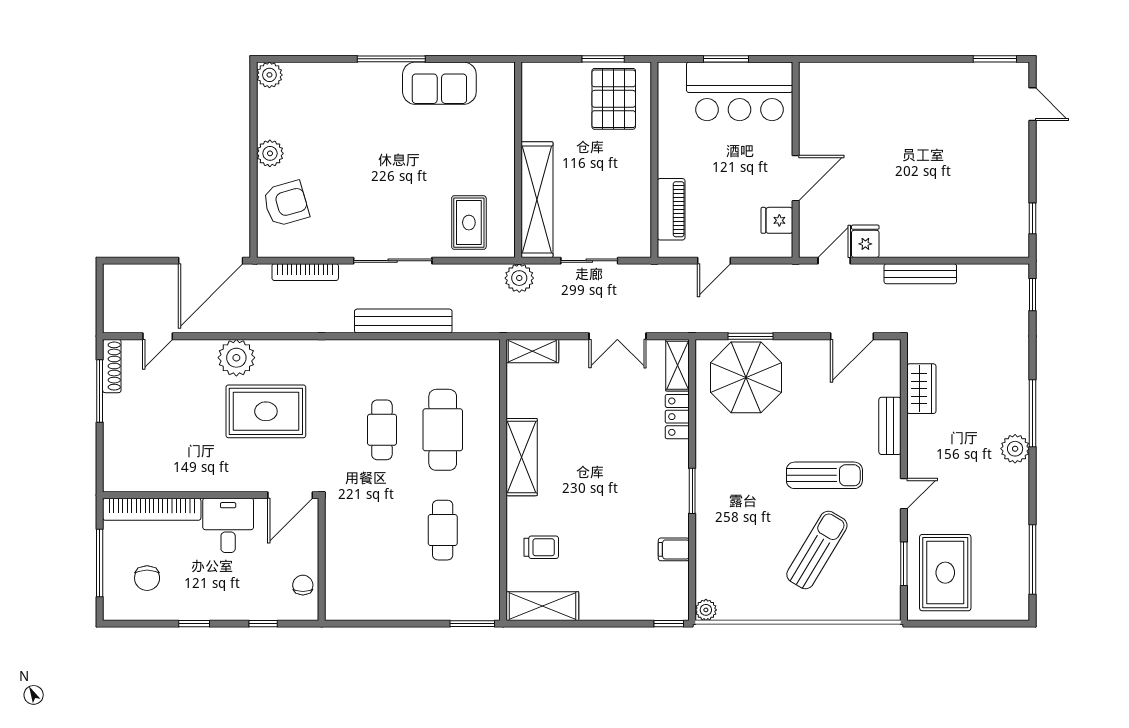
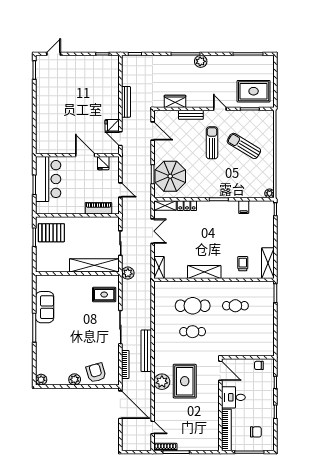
bench: (403, 321) -> (146, 351), moved
plant: (236, 358) -> (162, 382), moved

